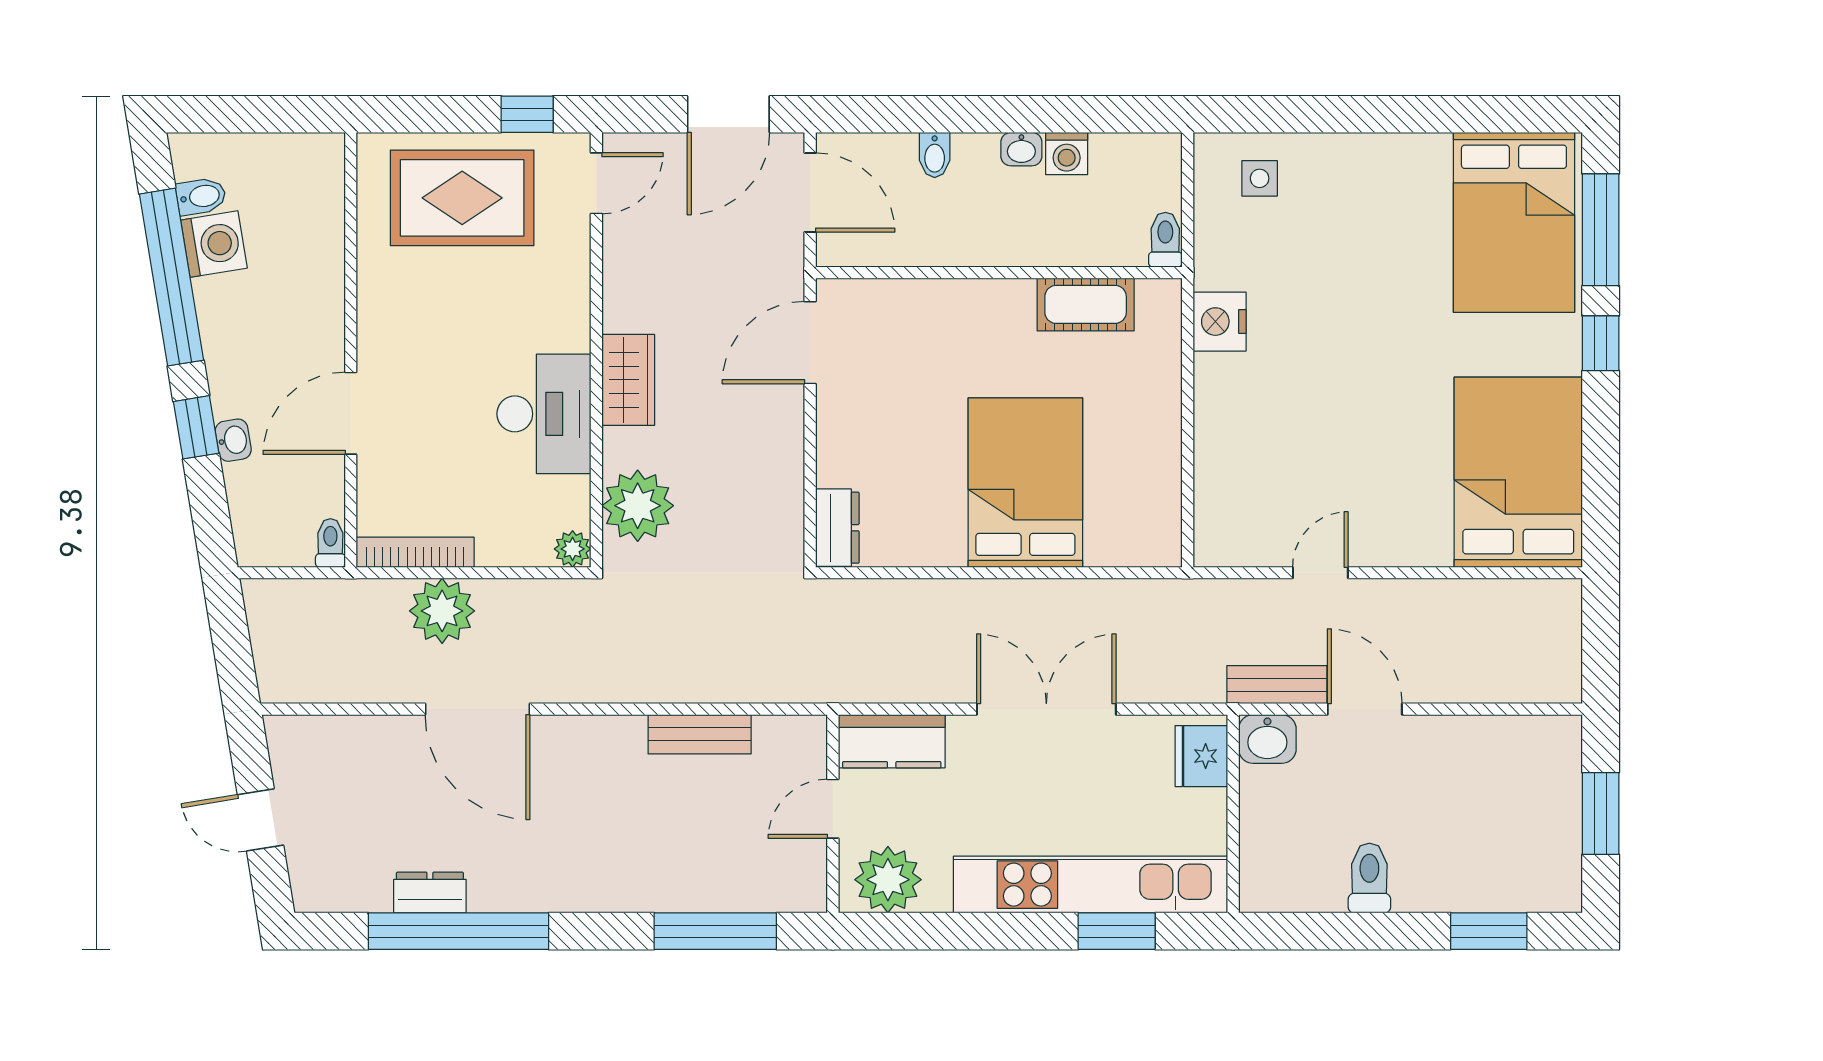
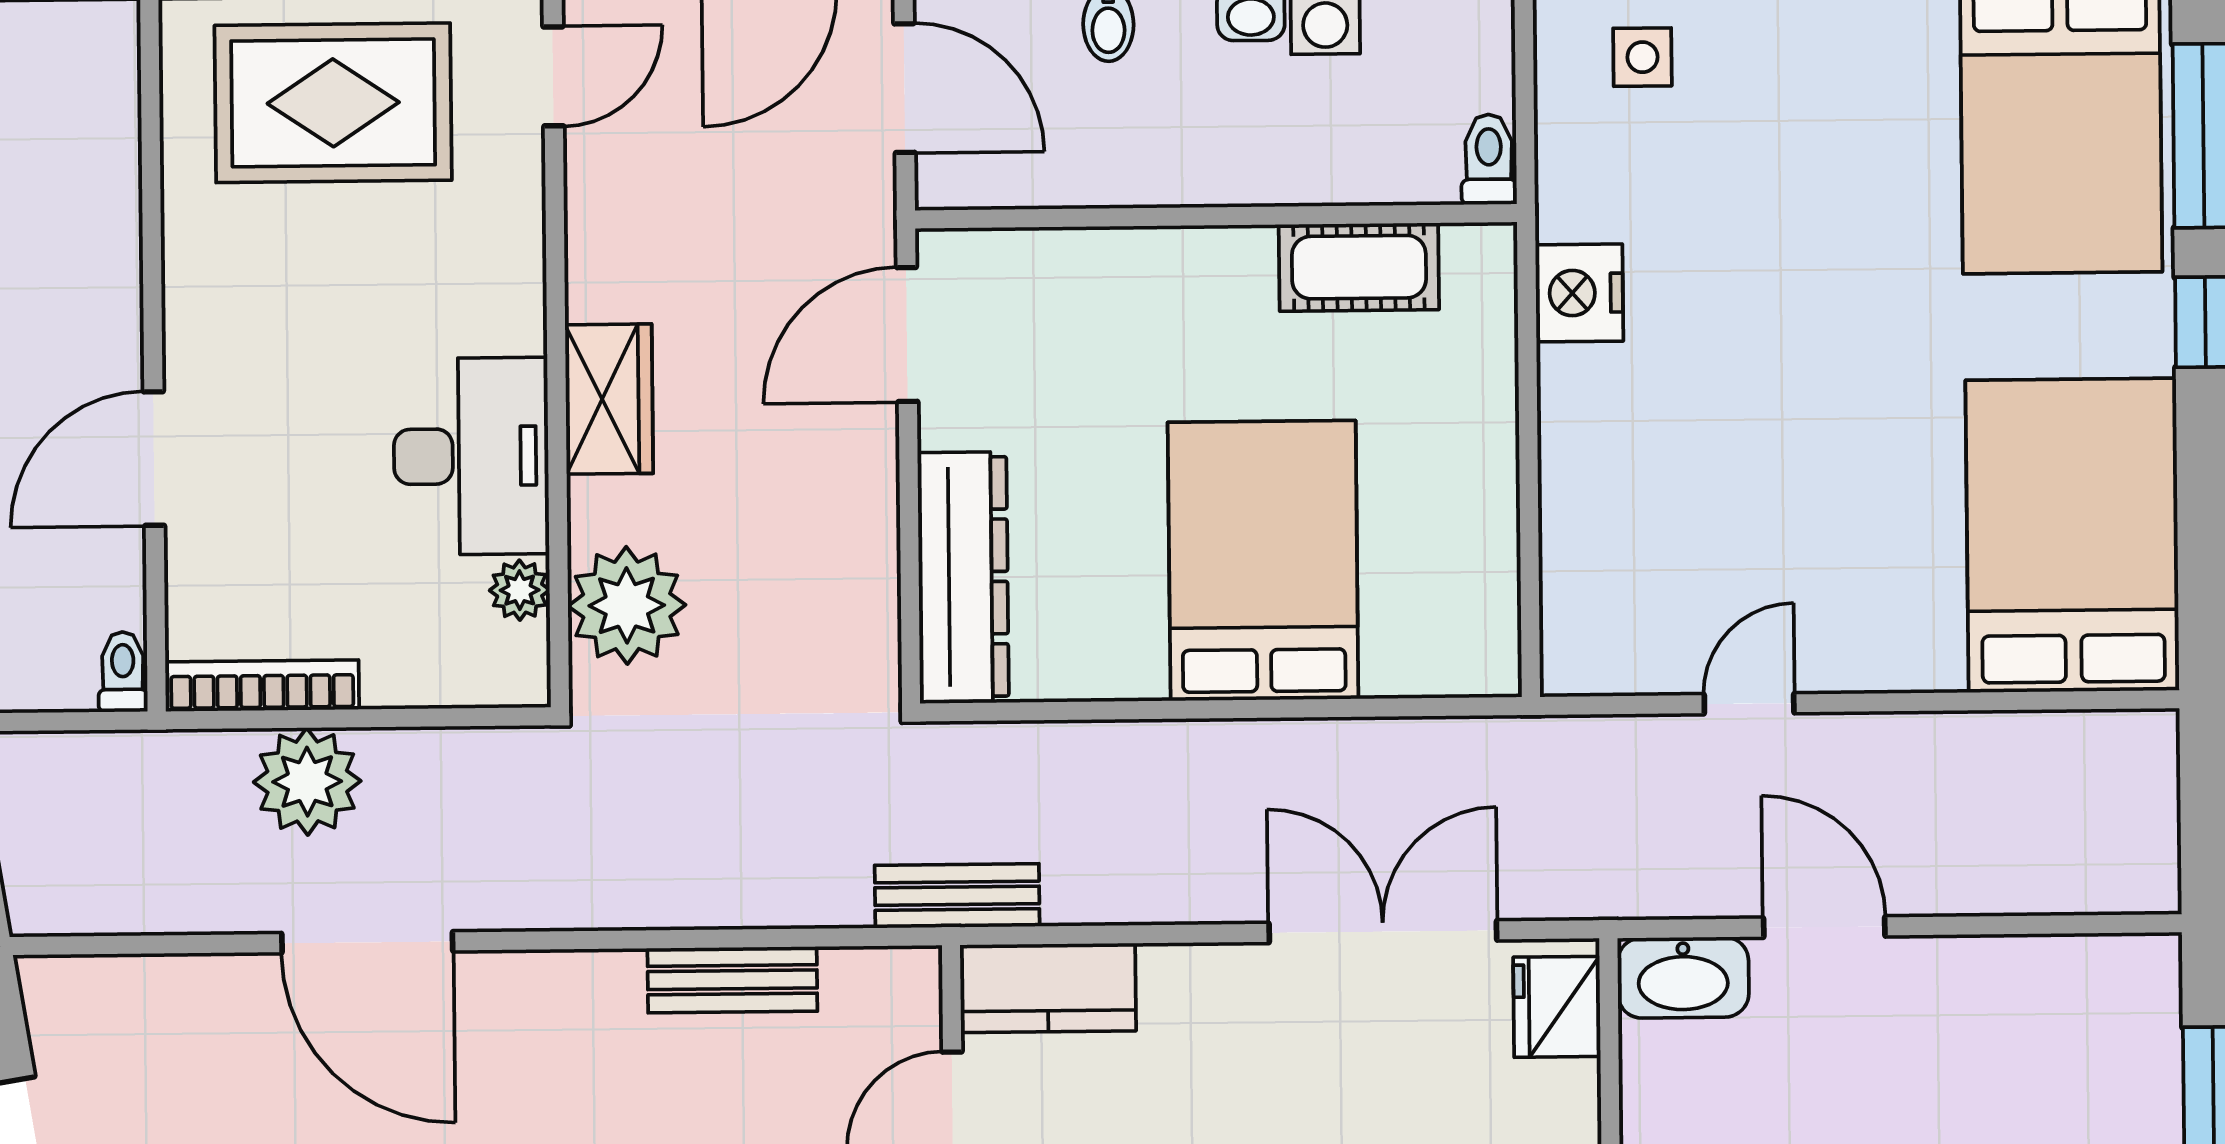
dresser: (837, 528) -> (963, 577), width x1.96, depth x1.24
plant: (573, 549) -> (520, 590), moved
bench: (1277, 685) -> (957, 896), moved
double door: (1046, 709) -> (1383, 932), moved
washbasin: (1267, 739) -> (1683, 978), width x1.38

